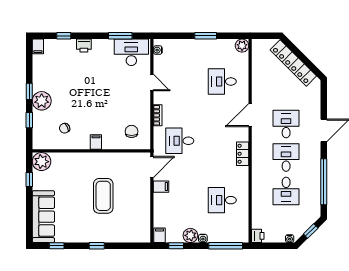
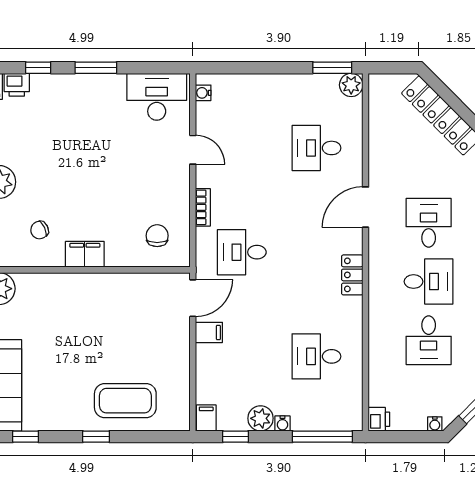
window: (120, 36) -> (96, 68), moved
window: (206, 36) -> (332, 68), moved
printer: (84, 45) -> (17, 85), moved
filing cabinet: (96, 142) -> (85, 254), width x2.00
desk: (286, 158) -> (429, 282), turned 90
coffee table: (103, 196) -> (125, 401), moved, turned 90

